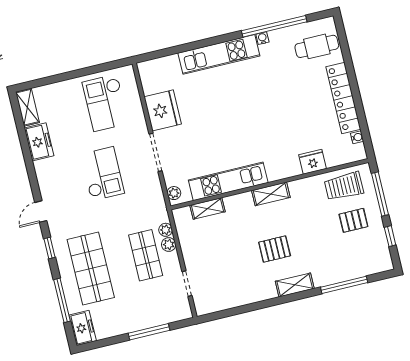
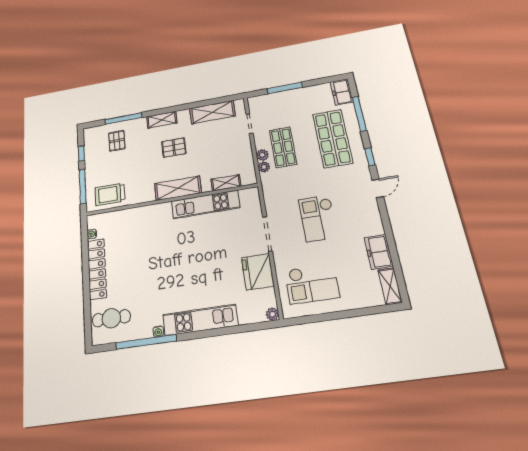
checkout: (105, 103) -> (312, 284), turned 90
fridge: (313, 162) -> (132, 216), removed
trolley: (344, 186) -> (110, 194), turned 180
plant: (174, 193) -> (272, 314), moved
shelving: (271, 194) -> (178, 188), width x1.50, depth x1.33
pallet: (353, 220) -> (117, 141), moved, turned 90
shelving: (233, 297) -> (212, 112), added

